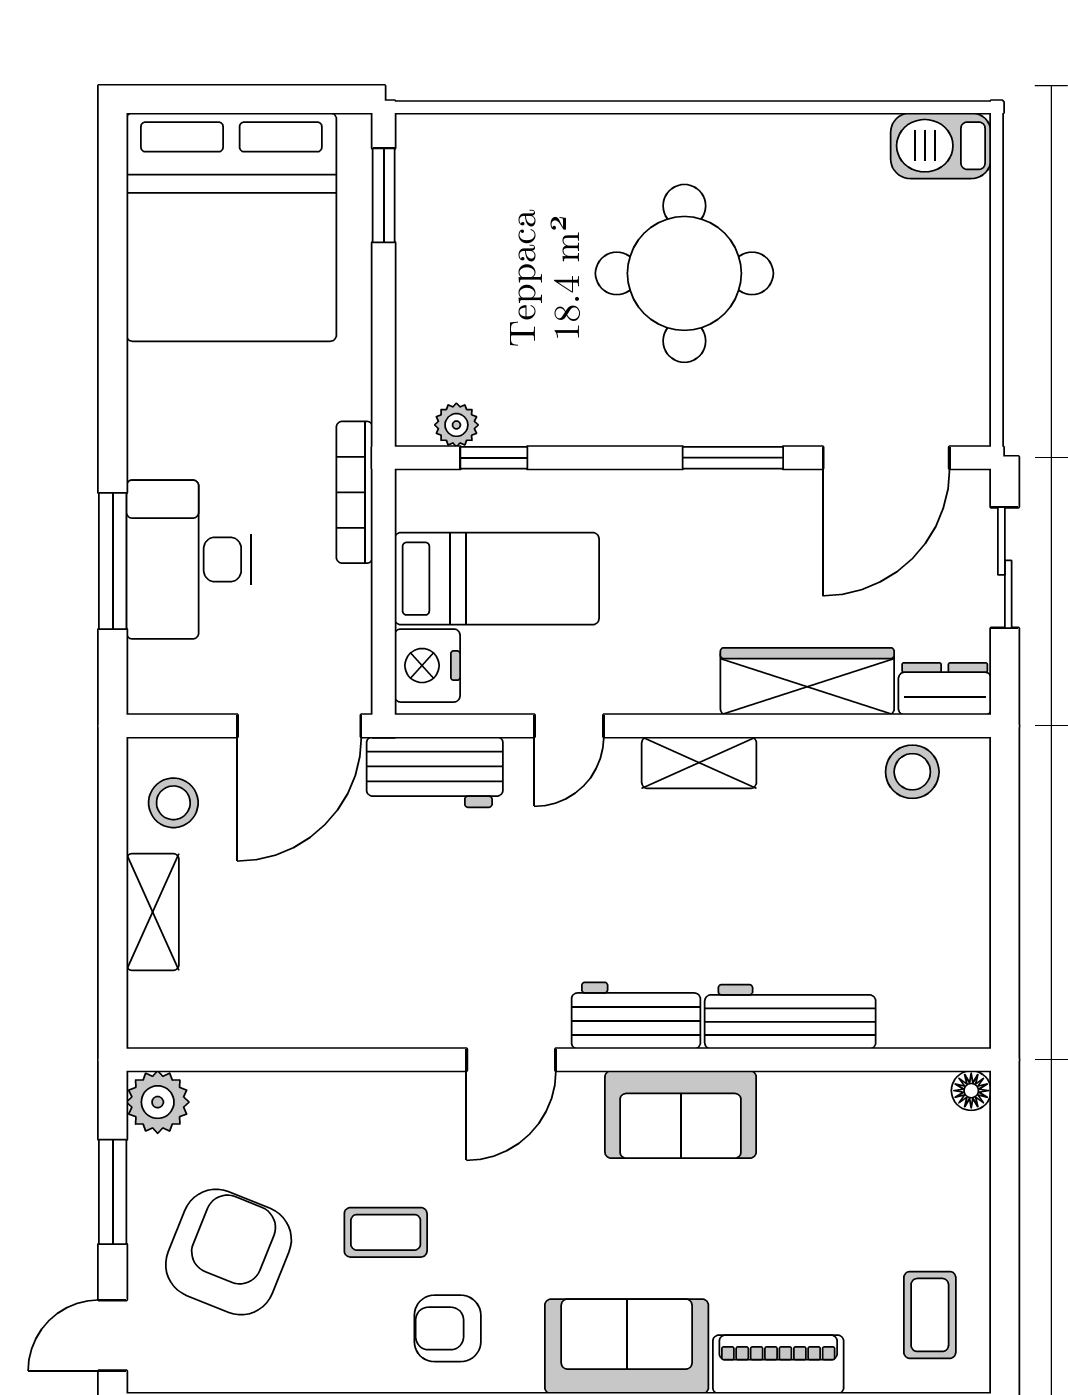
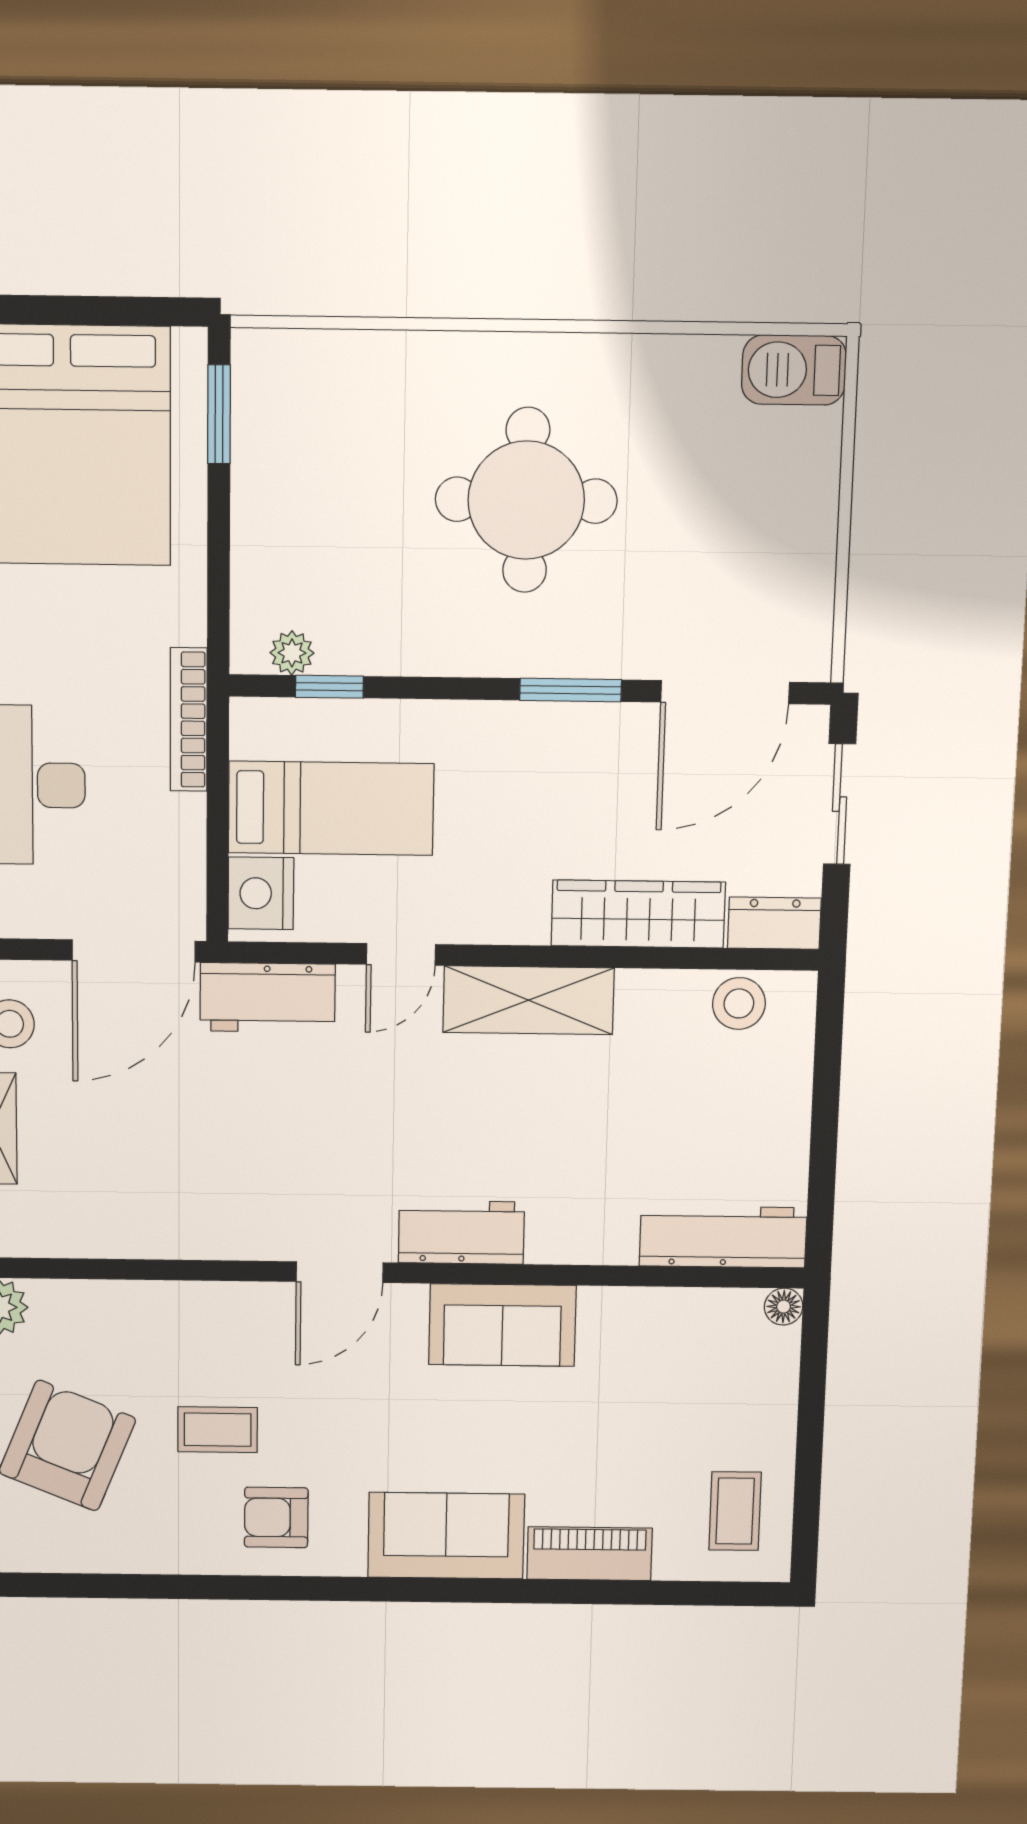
shelving: (699, 763) -> (529, 1000), width x1.50, depth x1.33
workbench: (790, 1017) -> (723, 1237), moved

